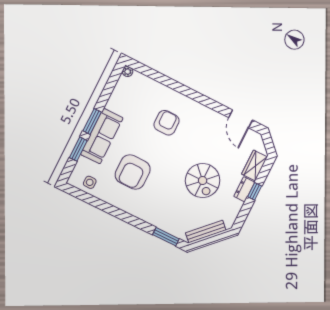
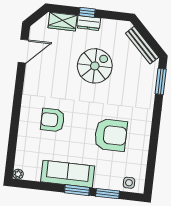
sofa: (102, 136) -> (68, 174), moved
side table: (90, 182) -> (129, 183), moved

